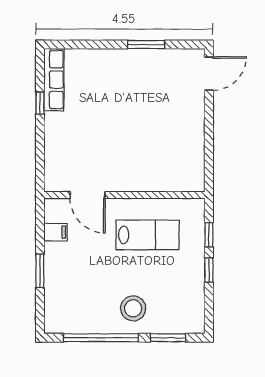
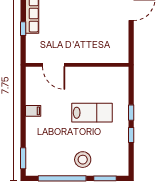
door: (88, 195) -> (54, 65), moved
wall: (124, 195) -> (77, 65), moved
window: (40, 271) -> (23, 158), moved

